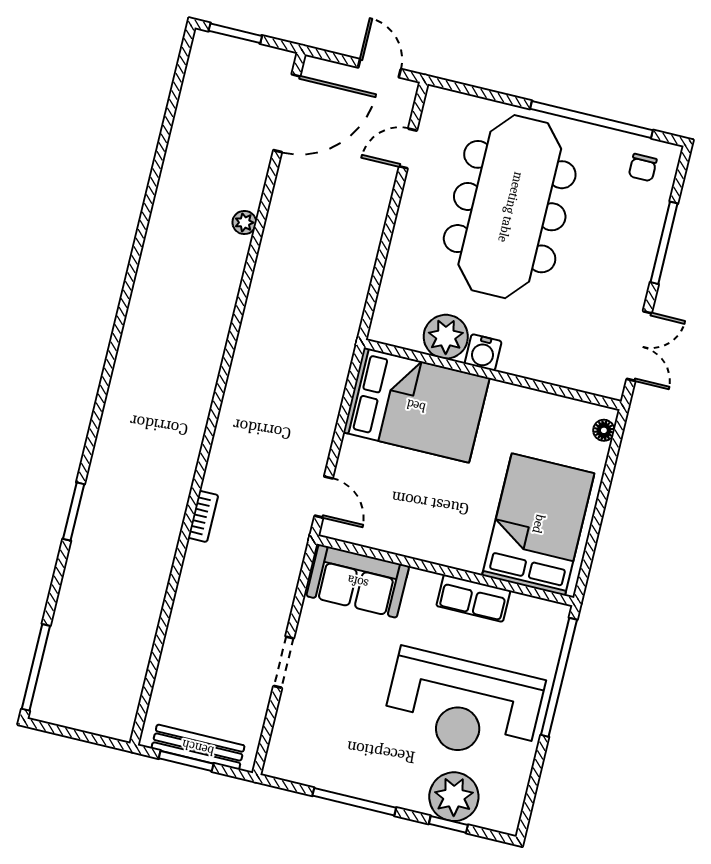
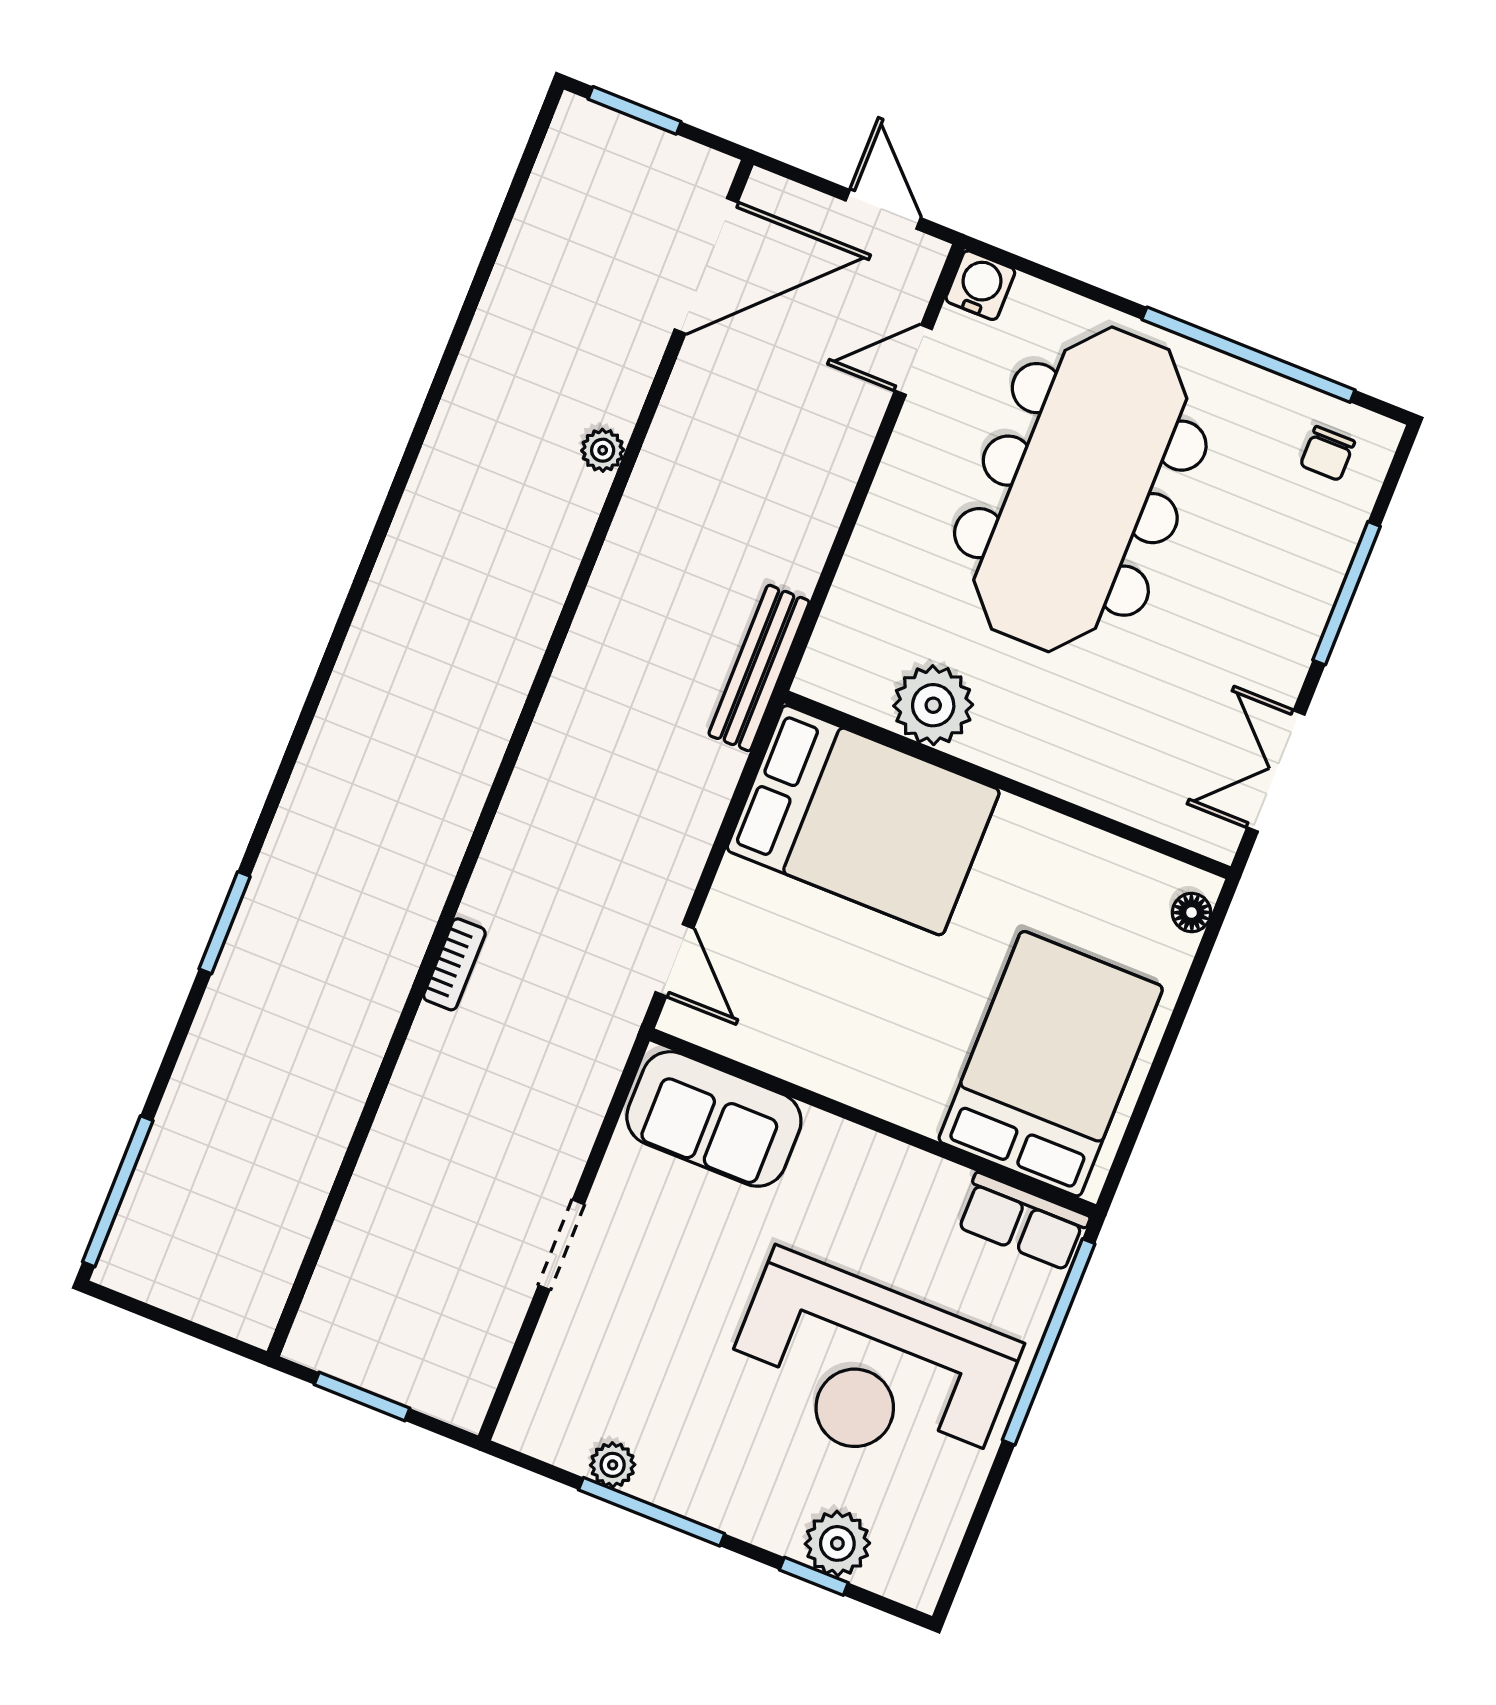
double door: (639, 346) -> (1276, 771), swing flipped
water cooler: (483, 352) -> (980, 285), moved, turned 180
row of seats: (473, 598) -> (1023, 1221), moved
bench: (198, 747) -> (759, 668), moved, turned 90
plant: (329, 779) -> (613, 1465), added
plant: (454, 797) -> (837, 1543), width x0.73, depth x0.73

